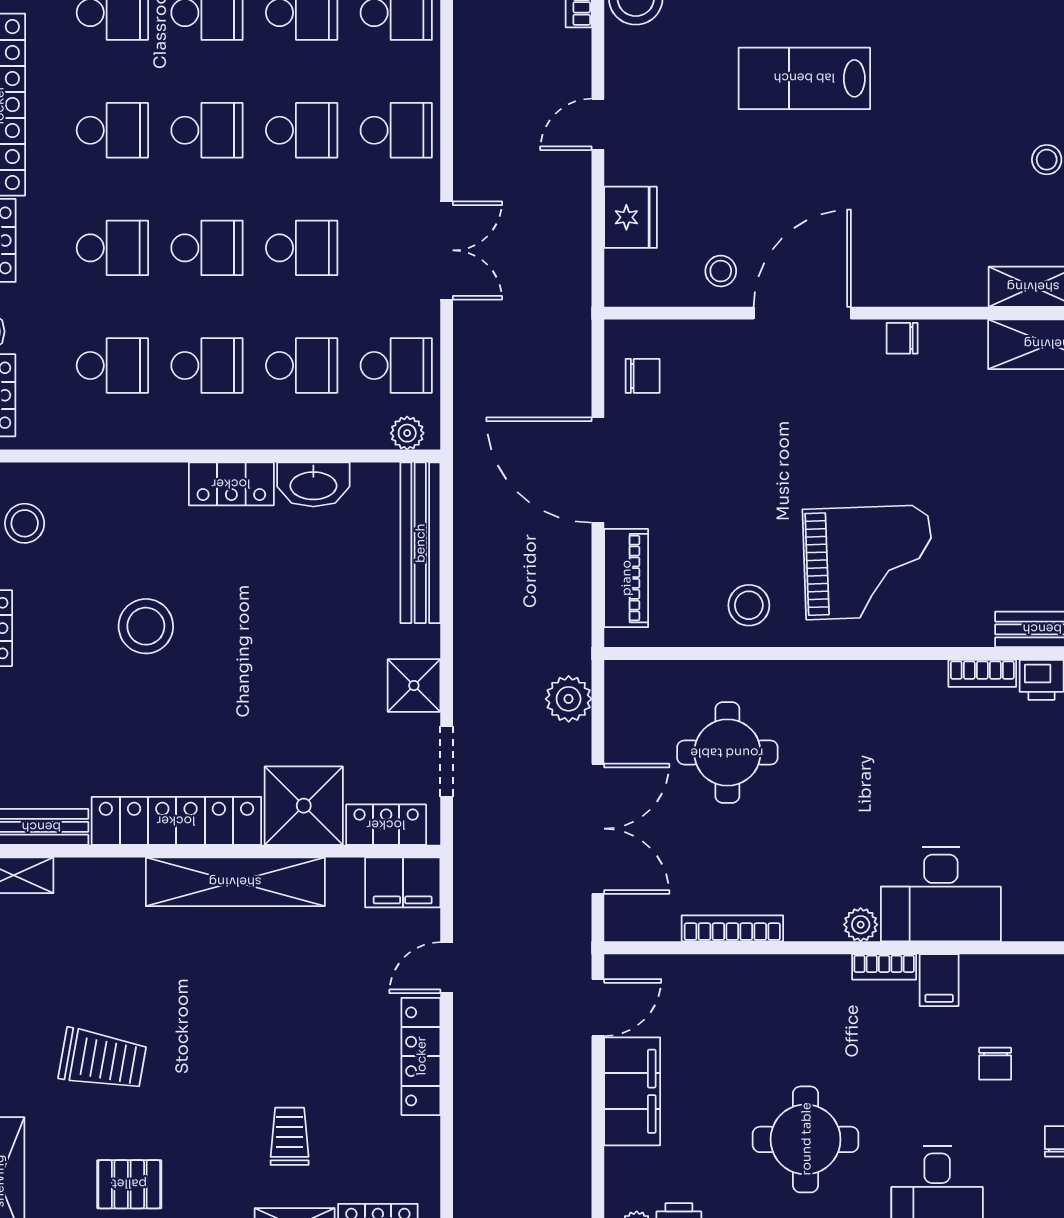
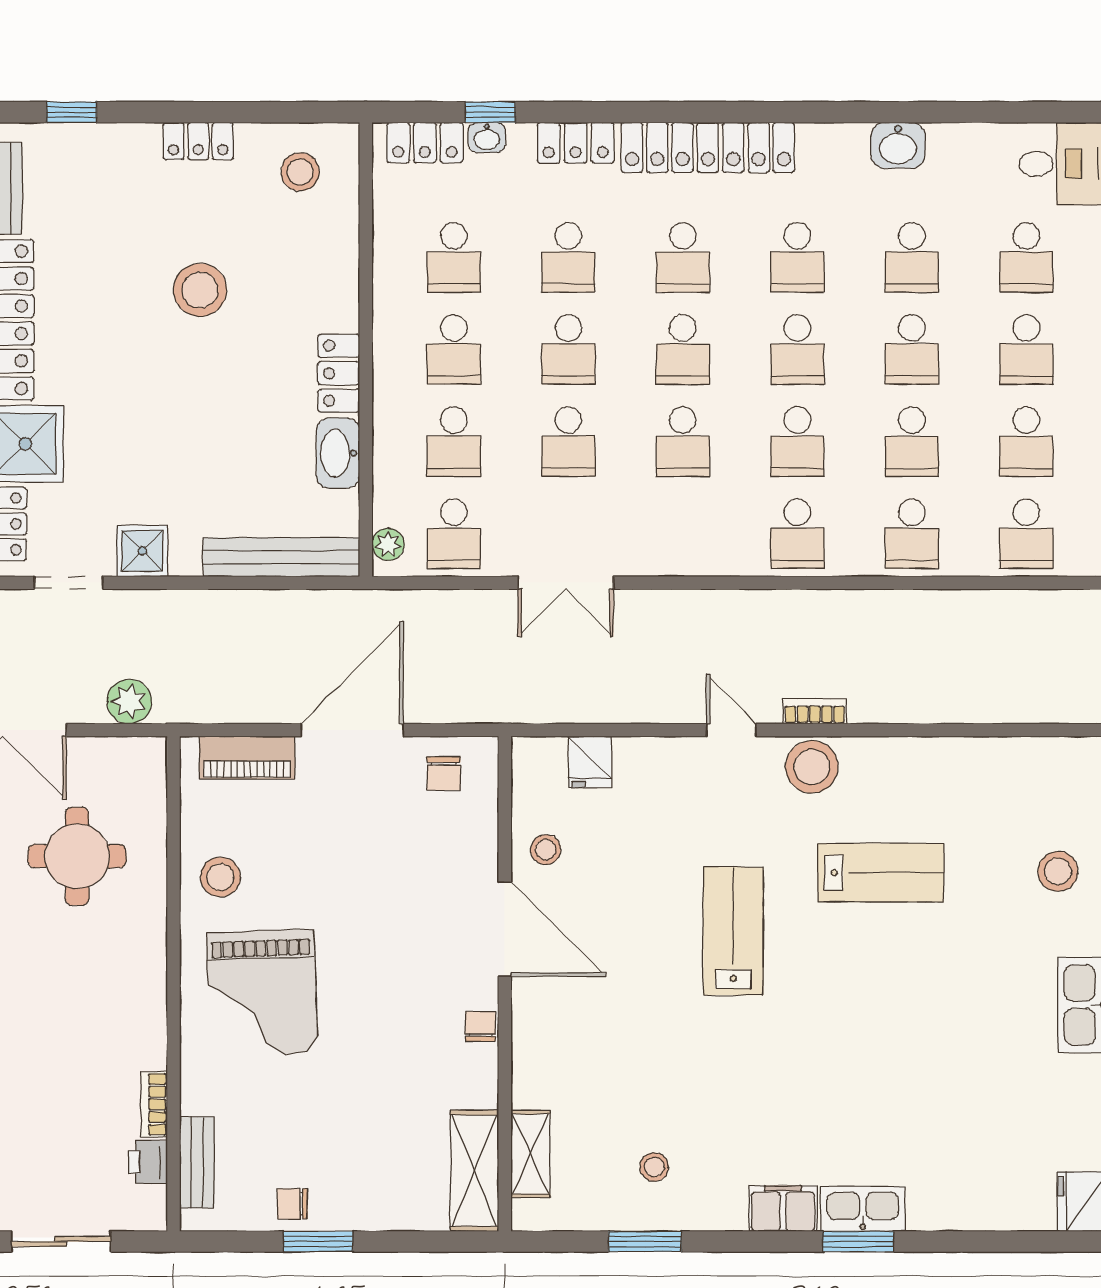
door: (598, 124) -> (731, 730), moved
school desk: (396, 130) -> (683, 534), removed
fridge: (631, 217) -> (590, 762), width x0.72

